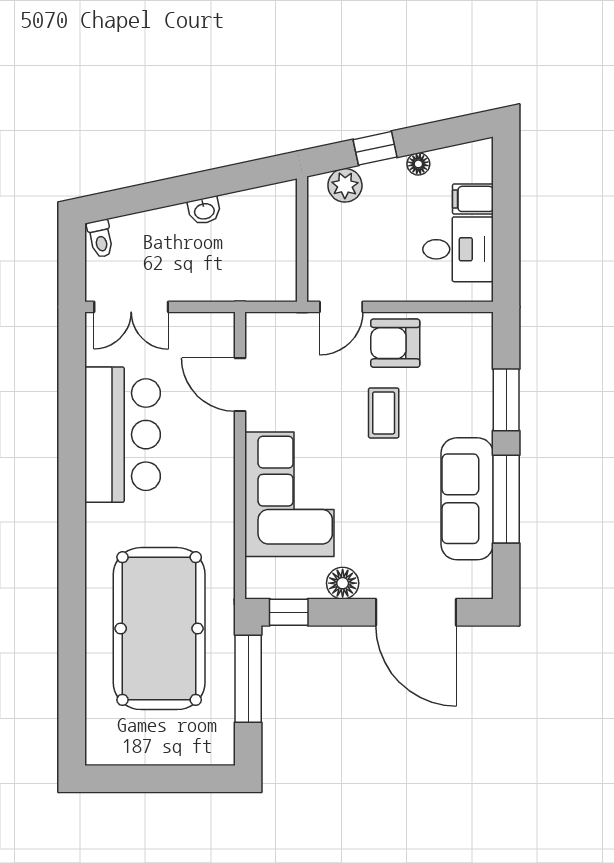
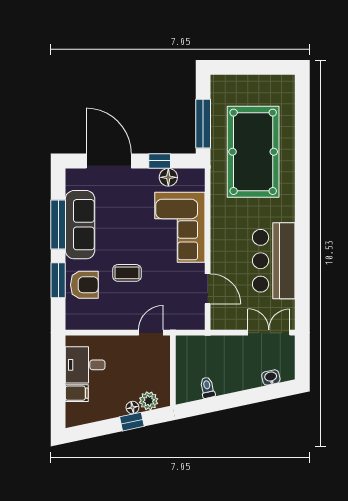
floor lamp: (418, 164) -> (132, 407), moved
washbasin: (204, 211) -> (271, 377), moved
toilet: (100, 239) -> (207, 388), moved
armchair: (395, 343) -> (84, 285), moved
coffee table: (384, 413) -> (127, 273), turned 90
floor lamp: (343, 583) -> (168, 177), moved
window: (289, 612) -> (160, 161), moved

